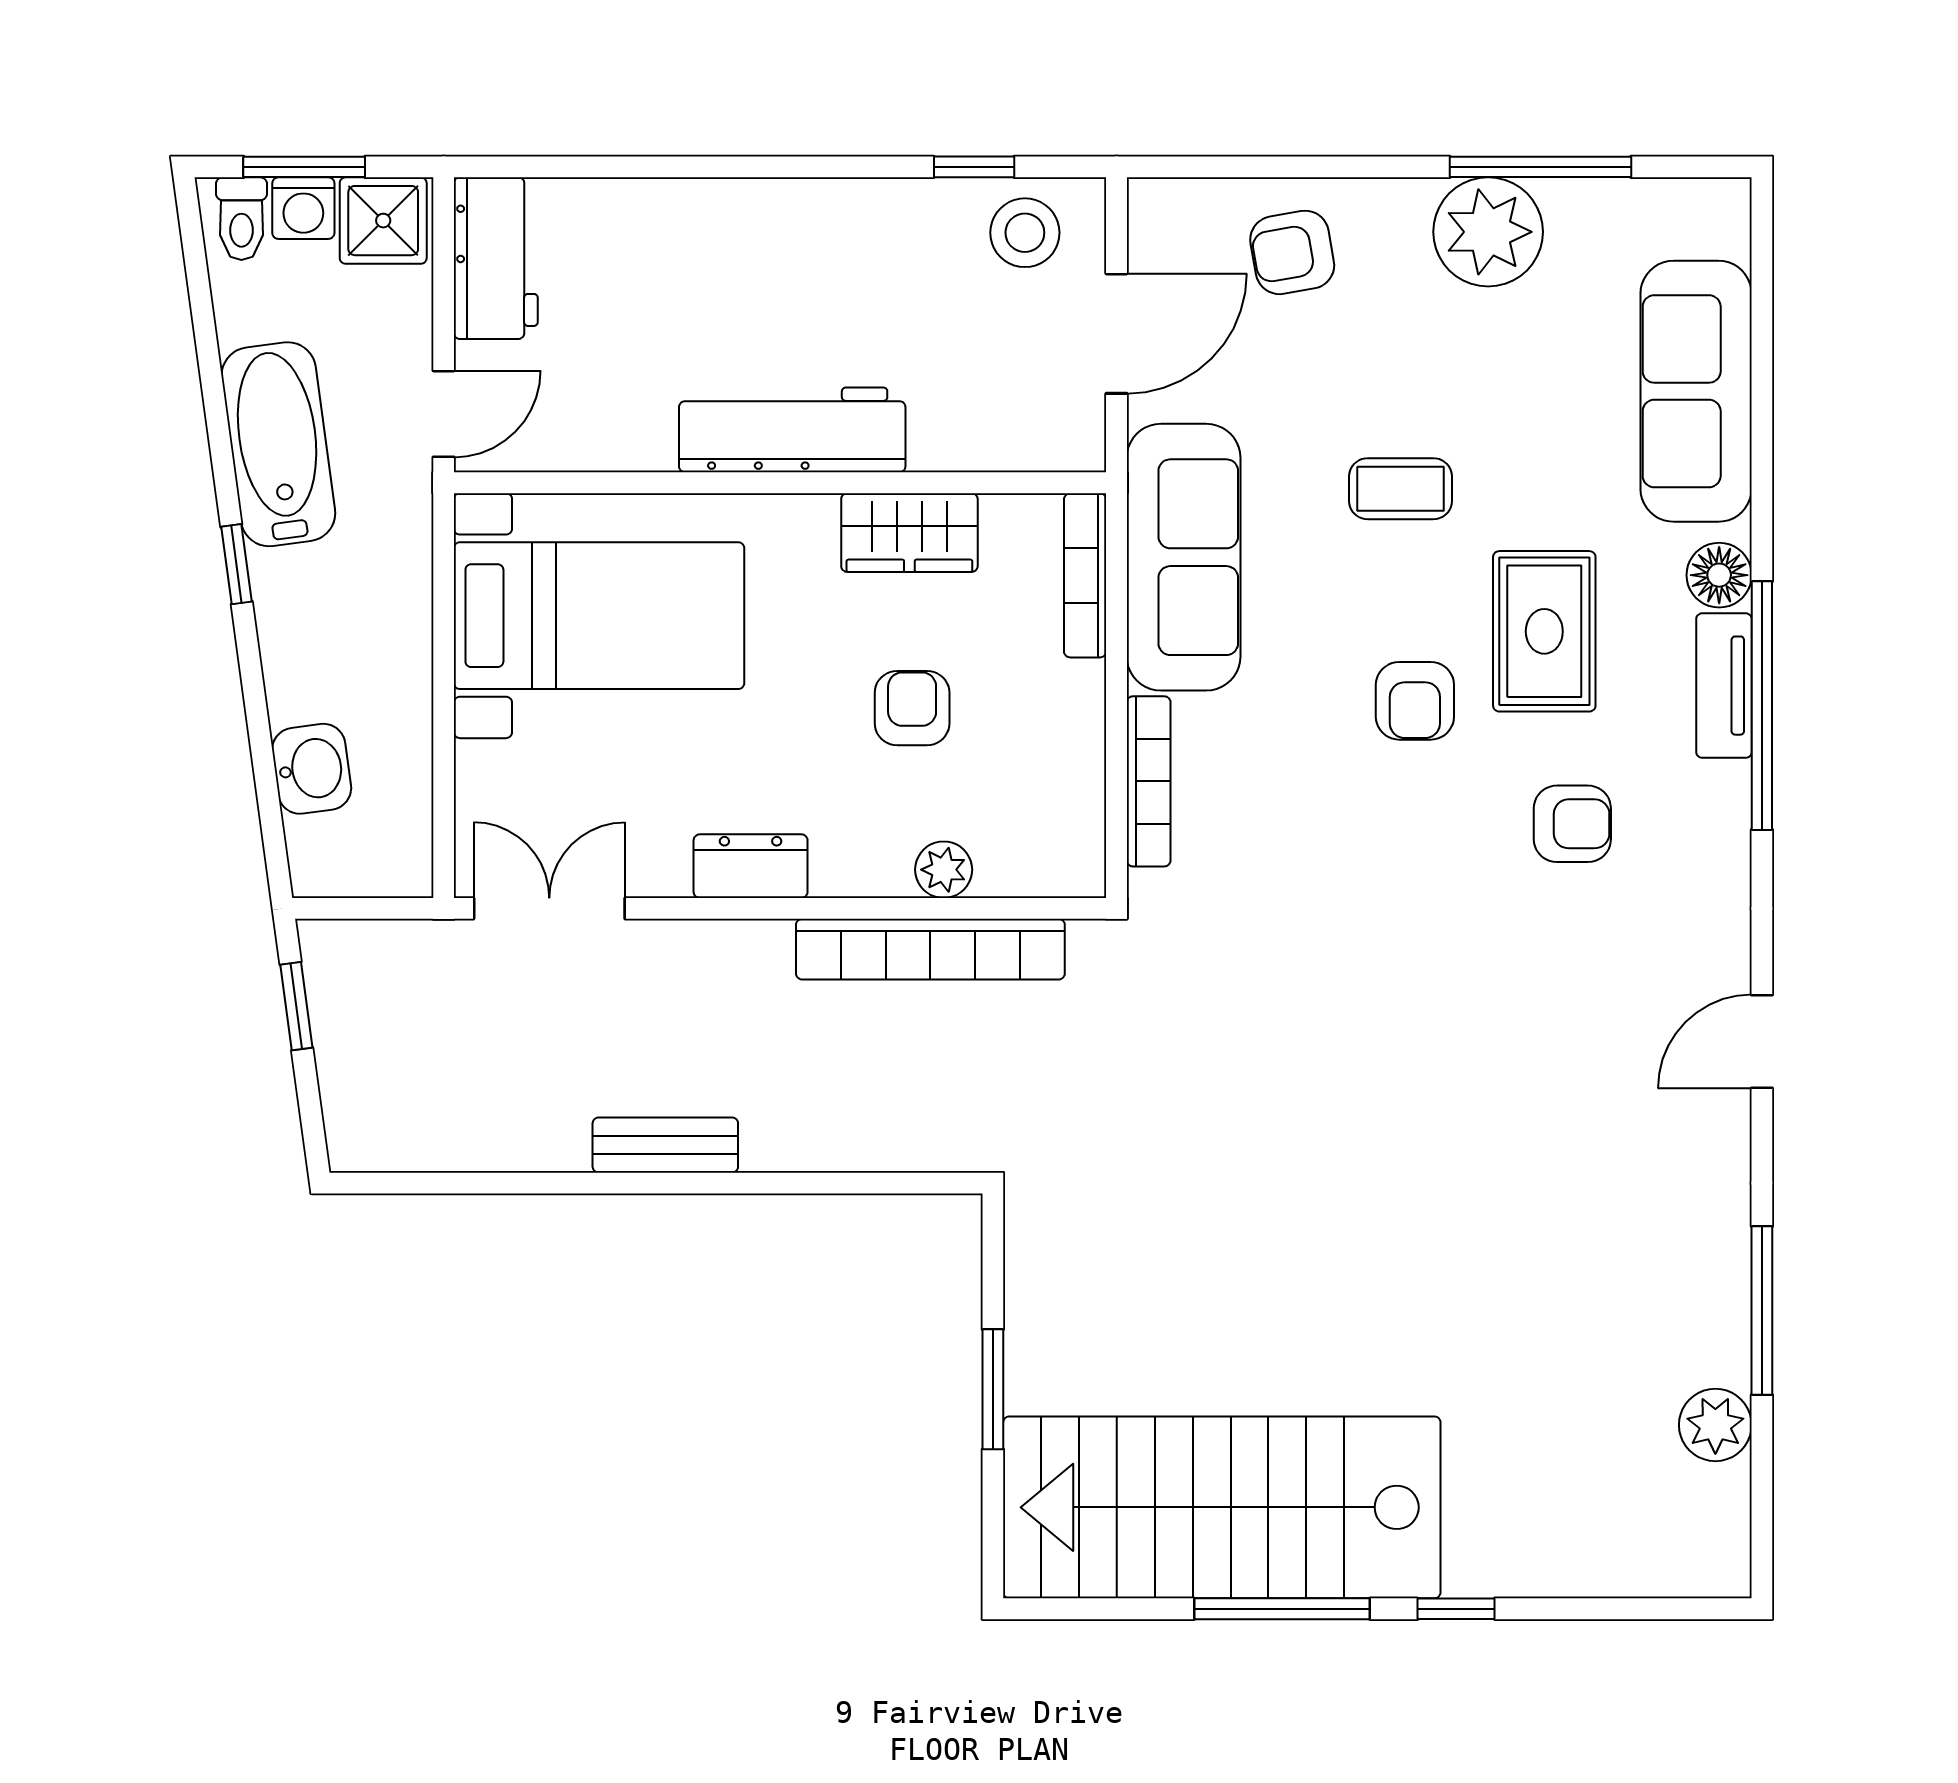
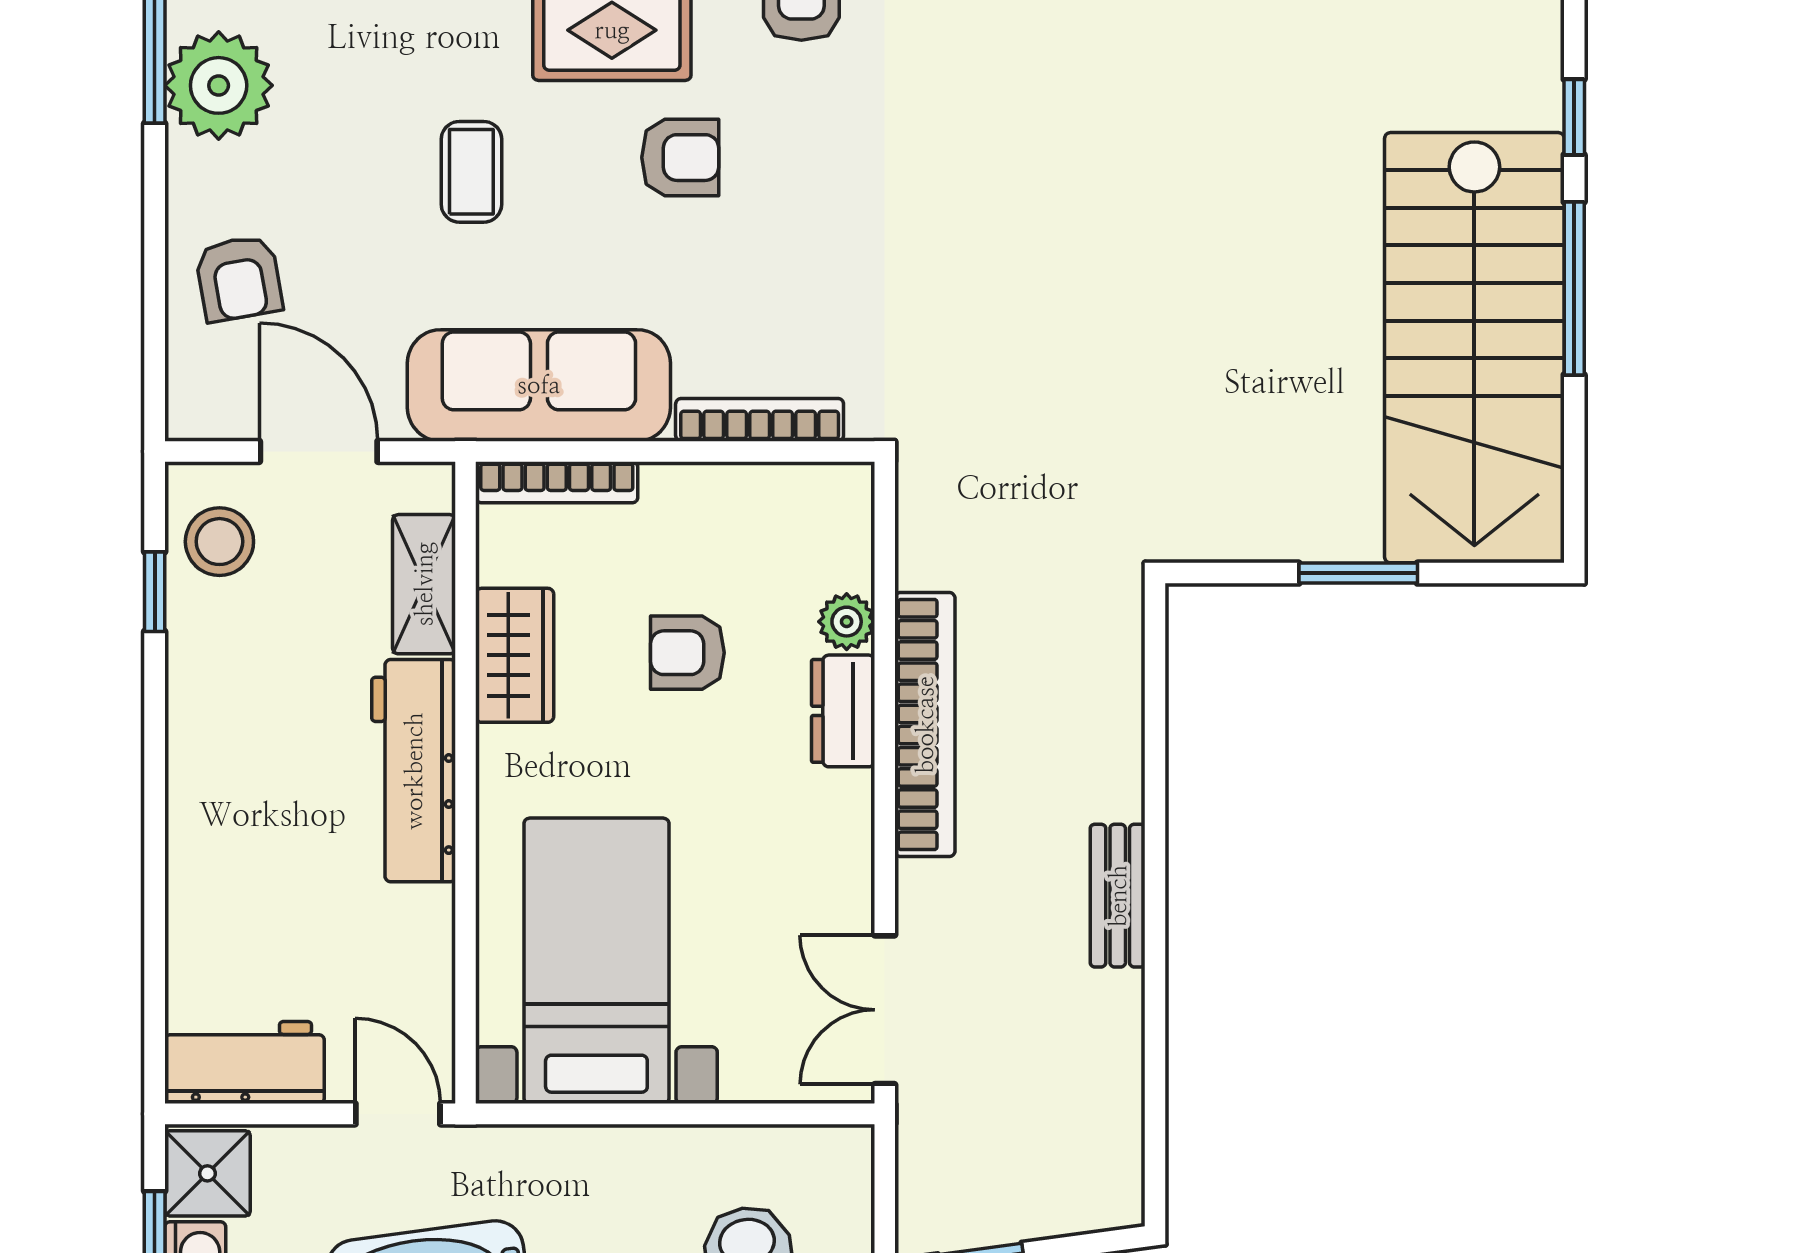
shelving: (982, 441) -> (424, 584), added
dresser: (751, 866) -> (843, 711), moved
bookcase: (930, 949) -> (925, 725), moved

